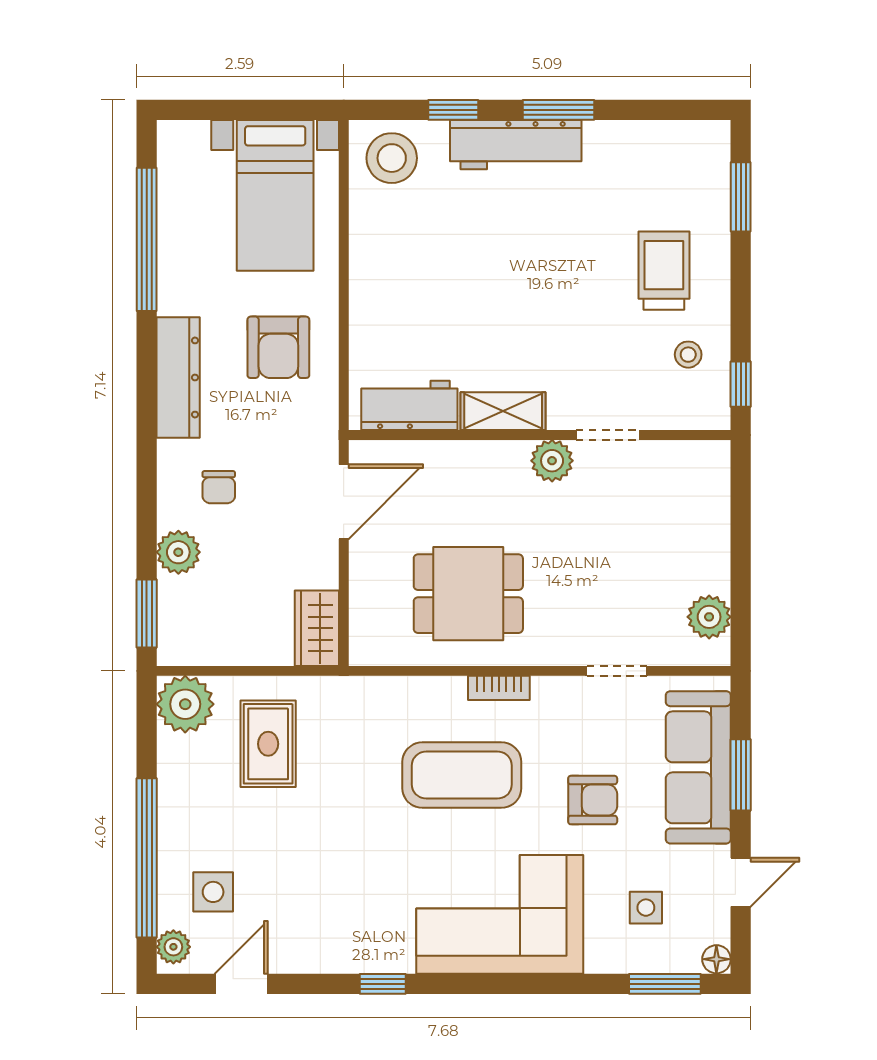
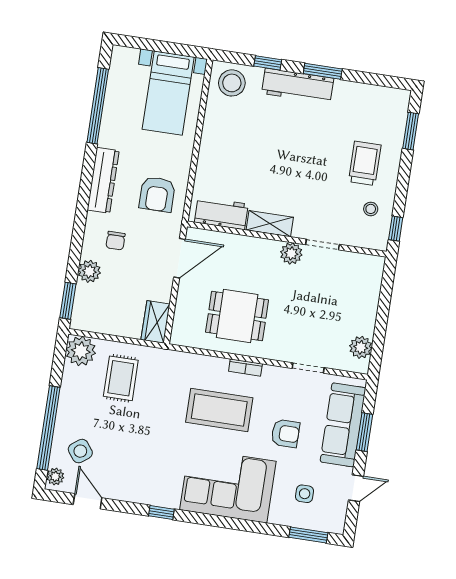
armchair: (278, 347) -> (157, 194), moved
side table: (213, 892) -> (80, 451), turned -37
floor lamp: (716, 959) -> (337, 526), removed
door: (241, 984) -> (88, 501), hinge flipped

